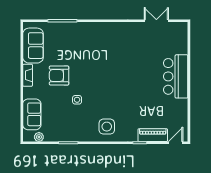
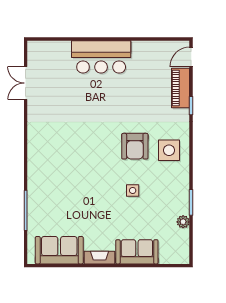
armchair: (59, 76) -> (135, 146), moved
sofa: (32, 114) -> (137, 252), moved
plant: (39, 137) -> (183, 222), moved
door: (176, 143) -> (191, 57), hinge flipped

